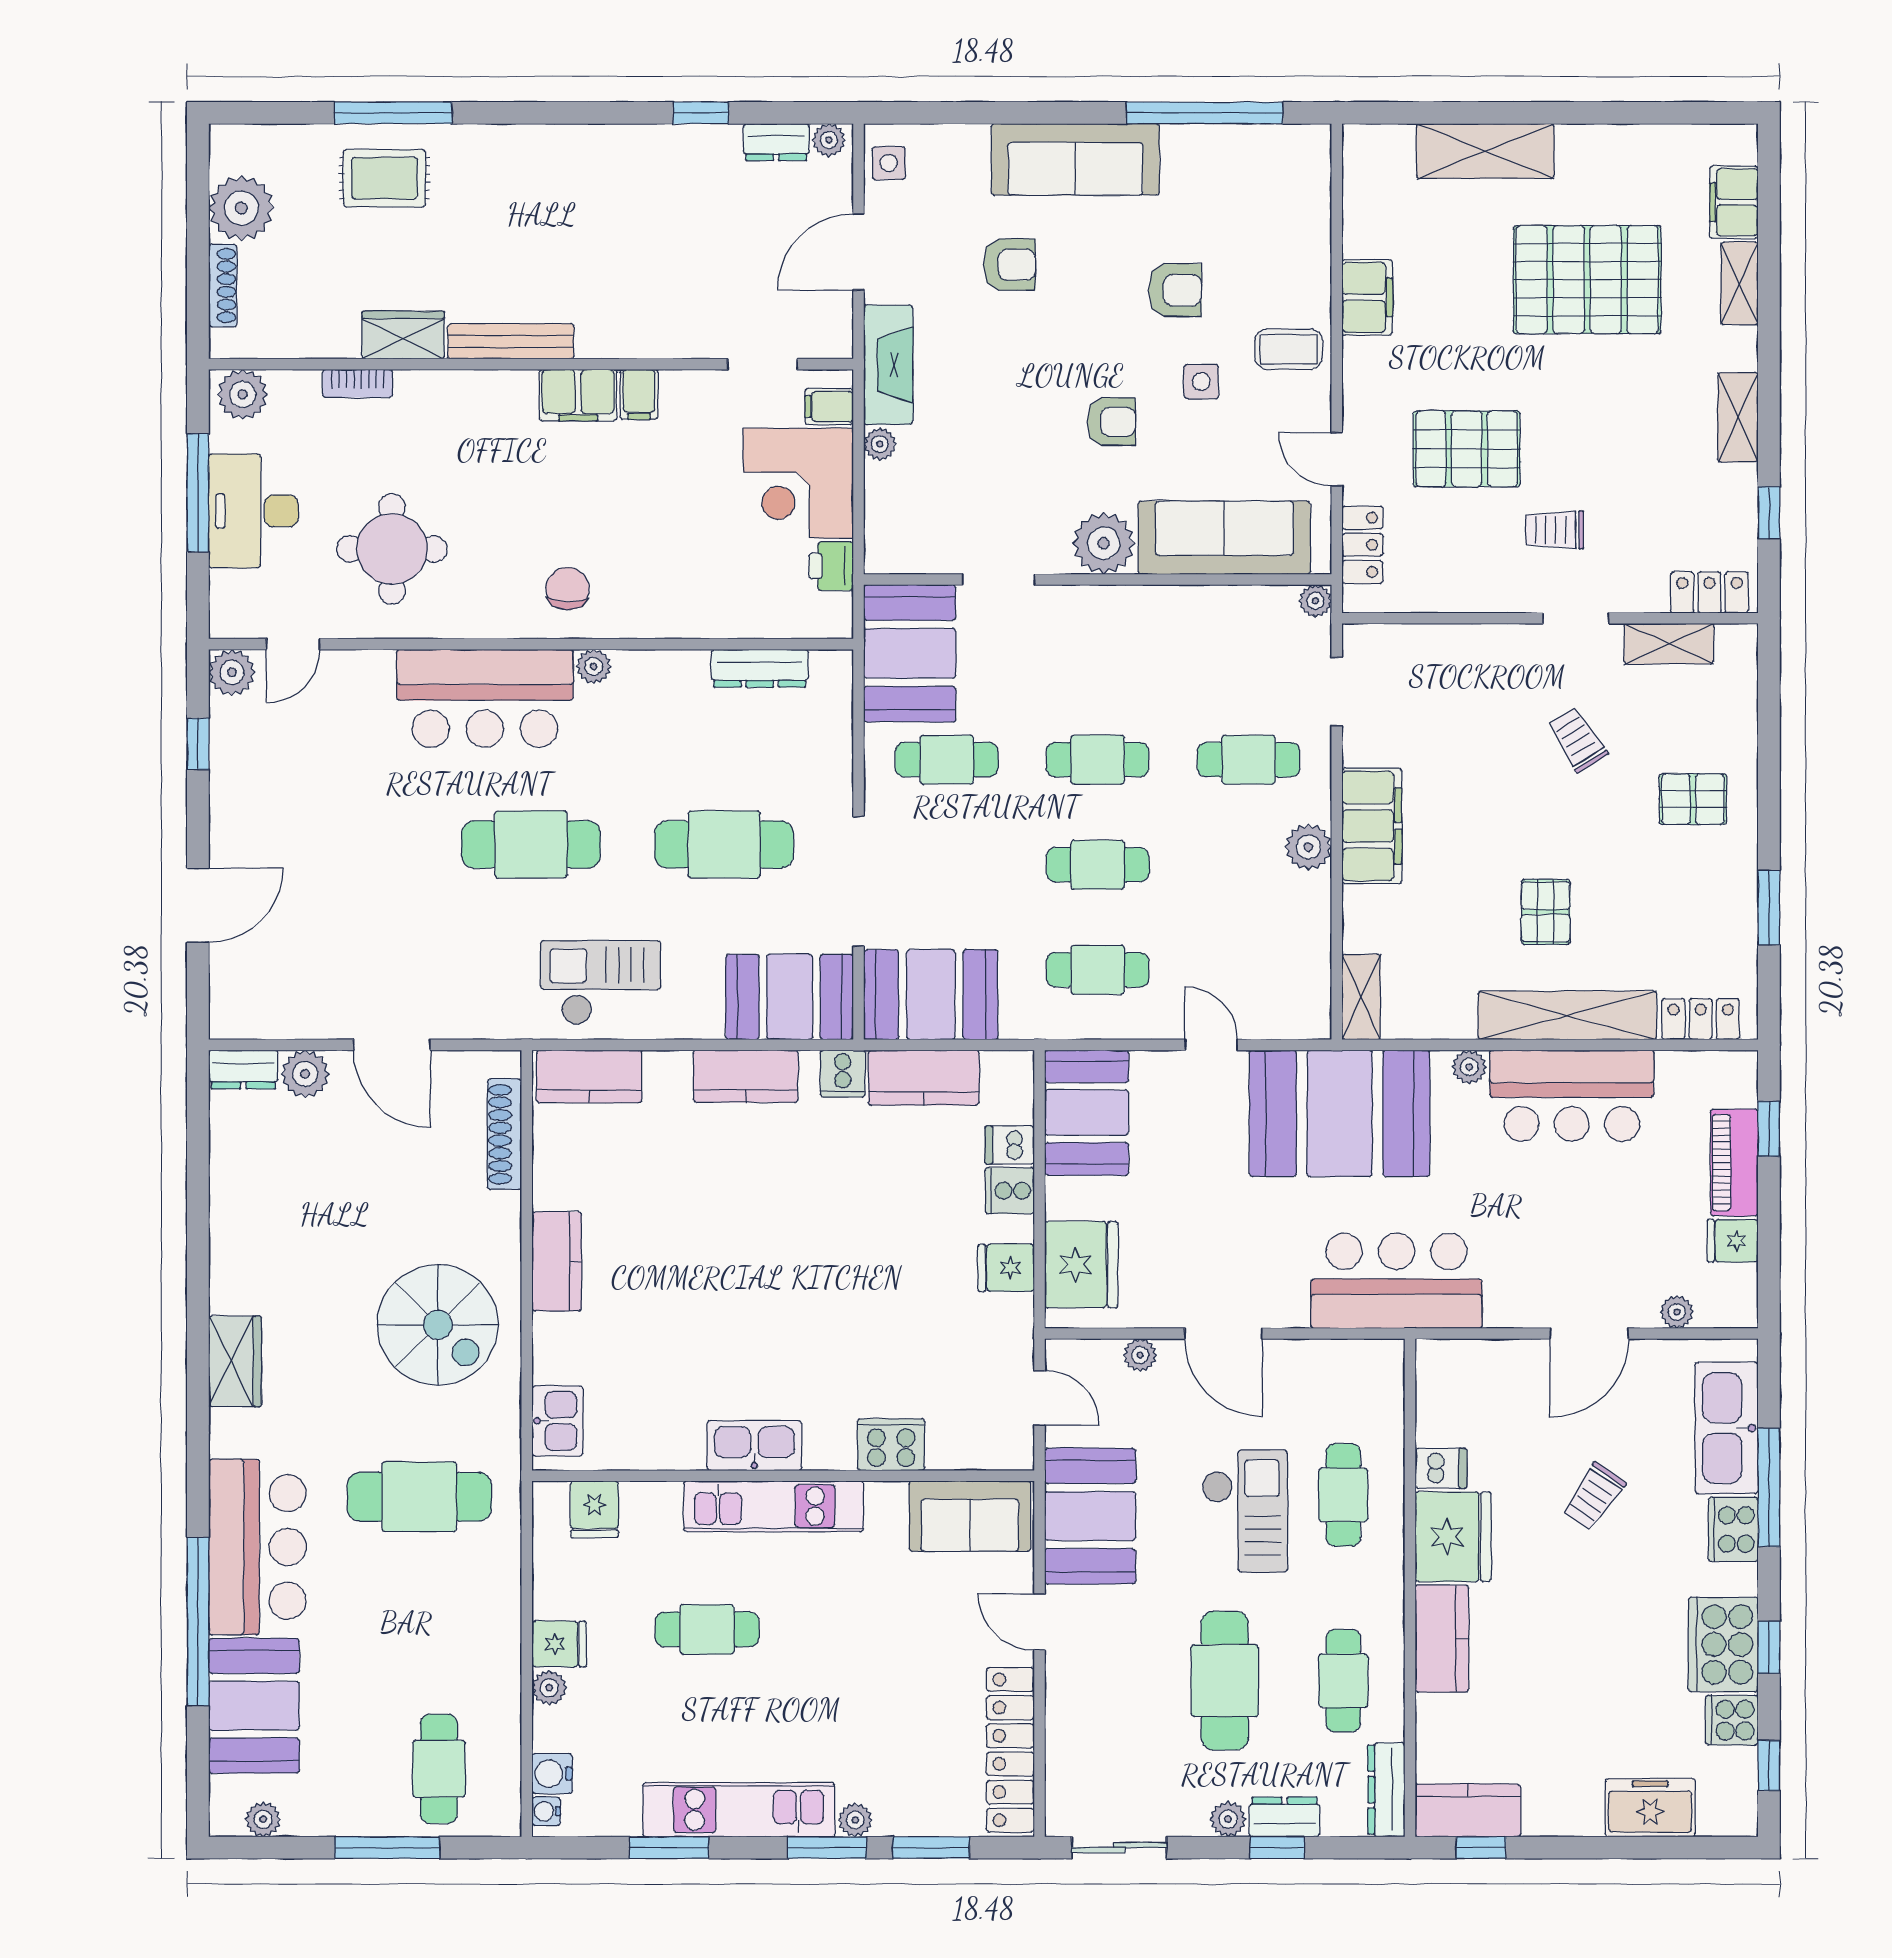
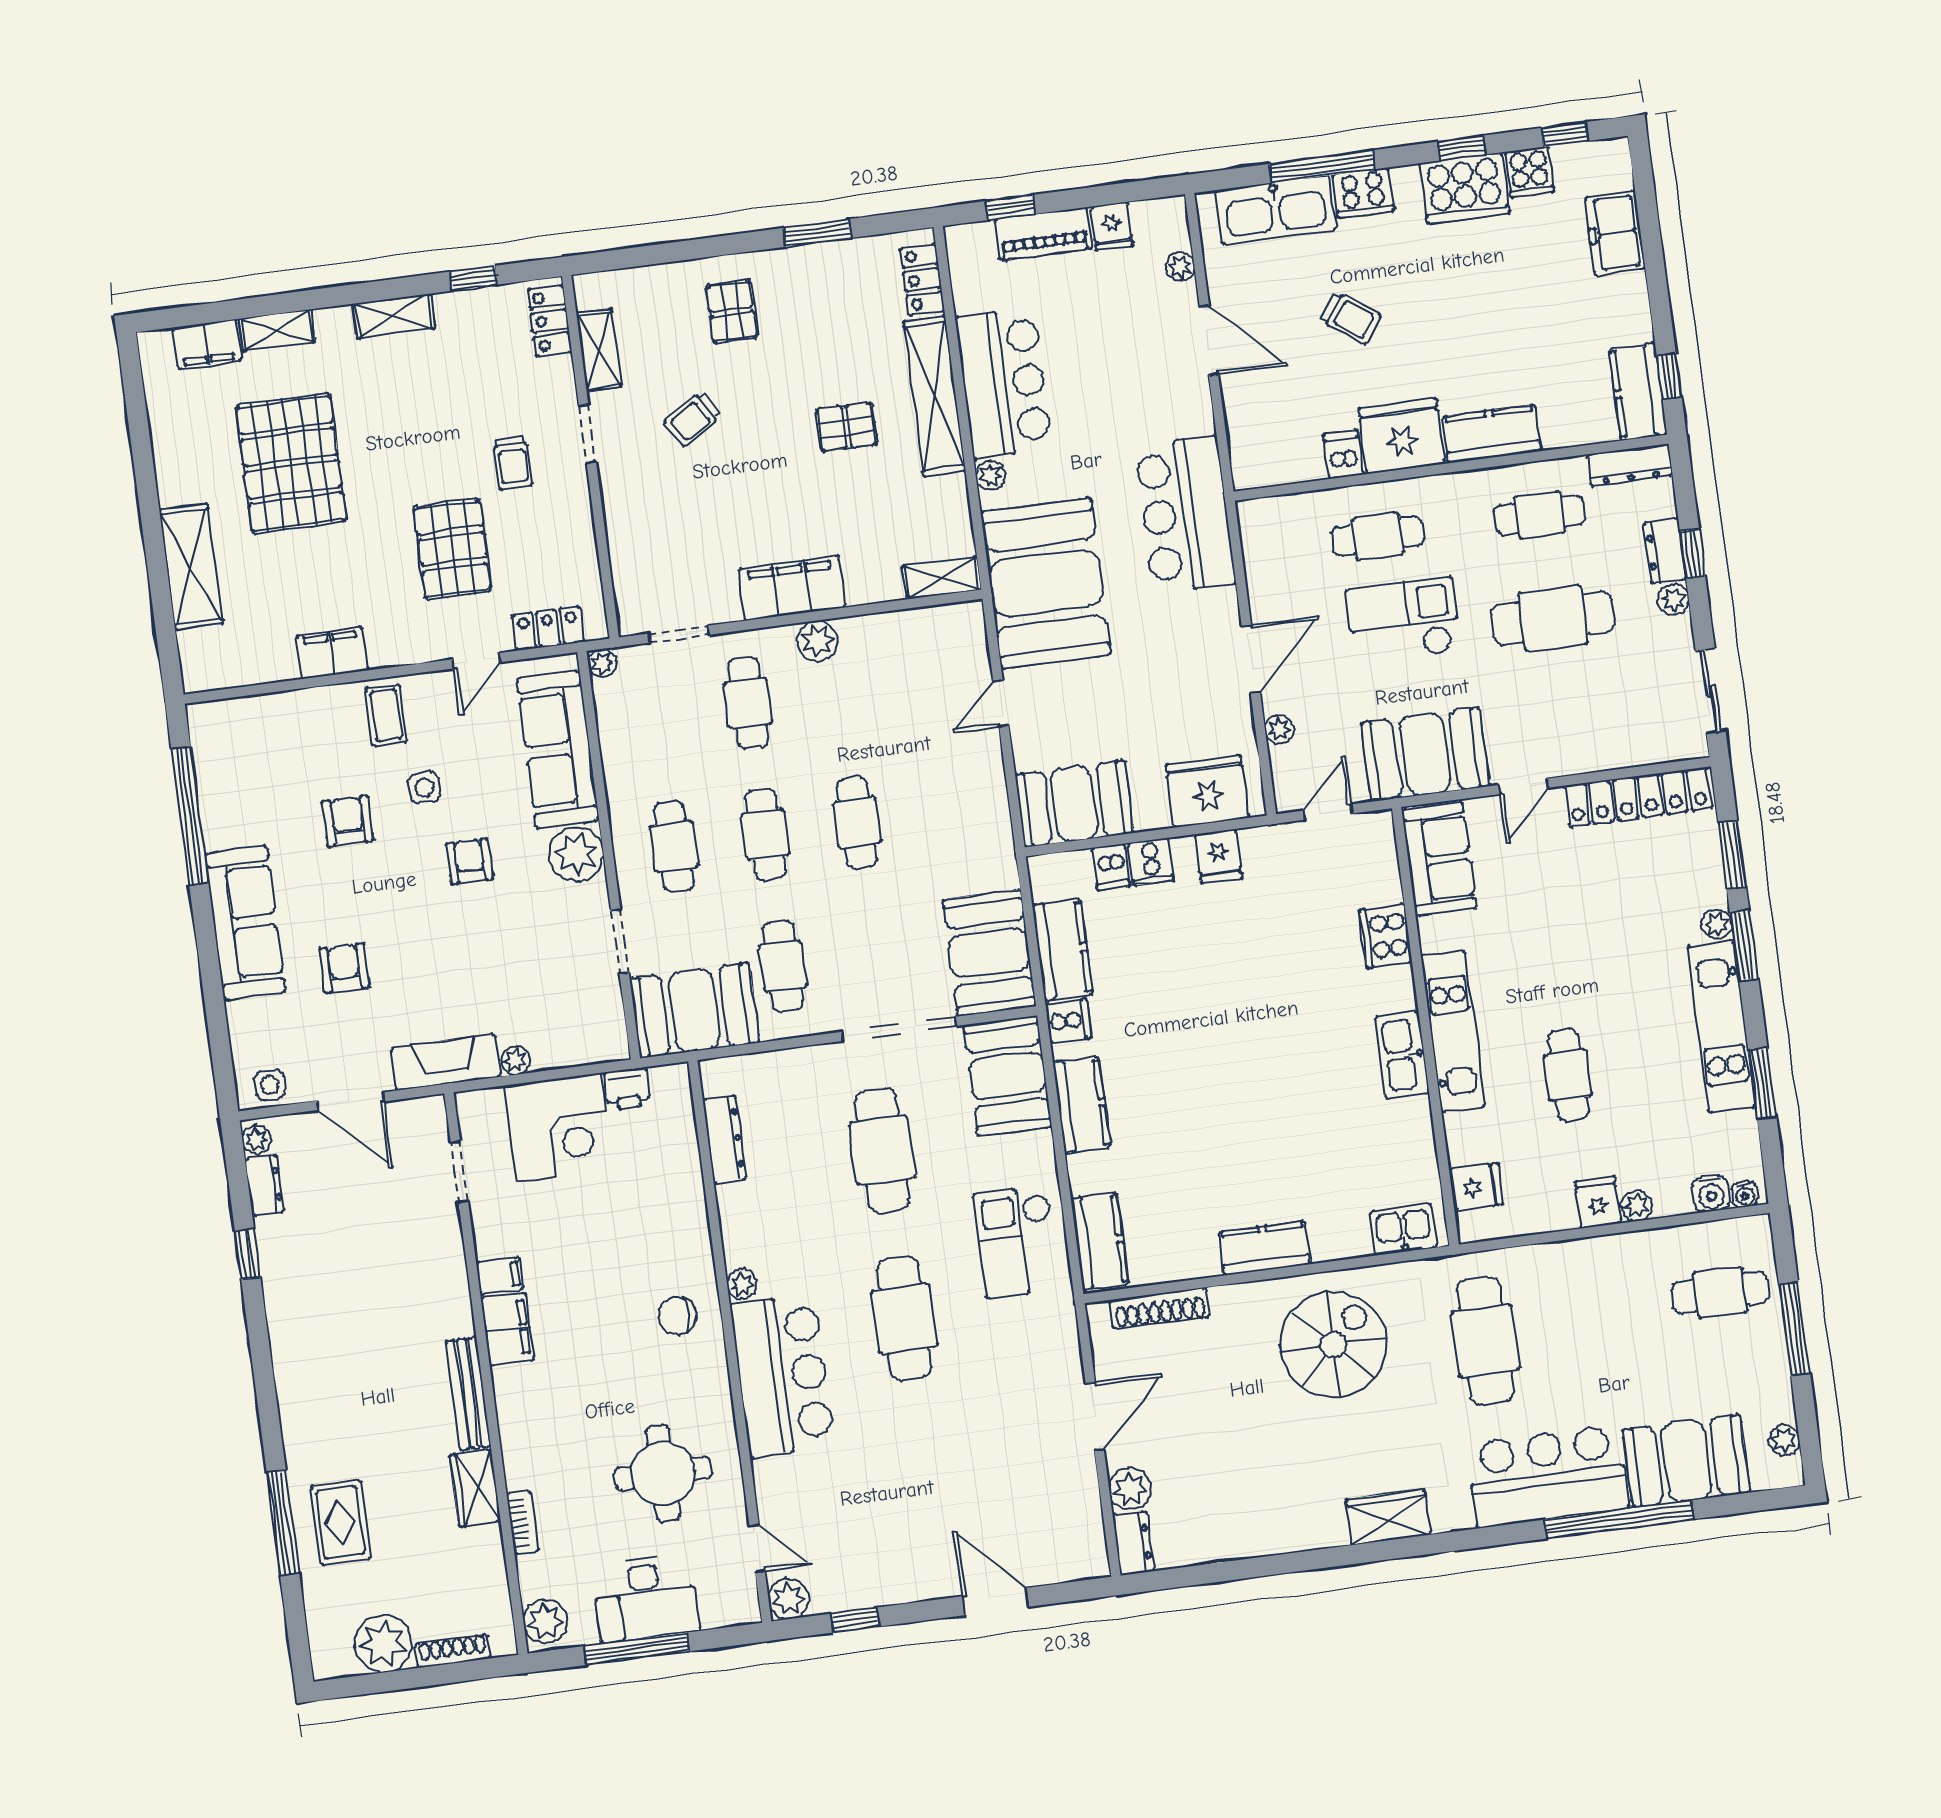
filing cabinet: (829, 406) -> (489, 1109), removed
cafe table: (1098, 970) -> (674, 847), moved

